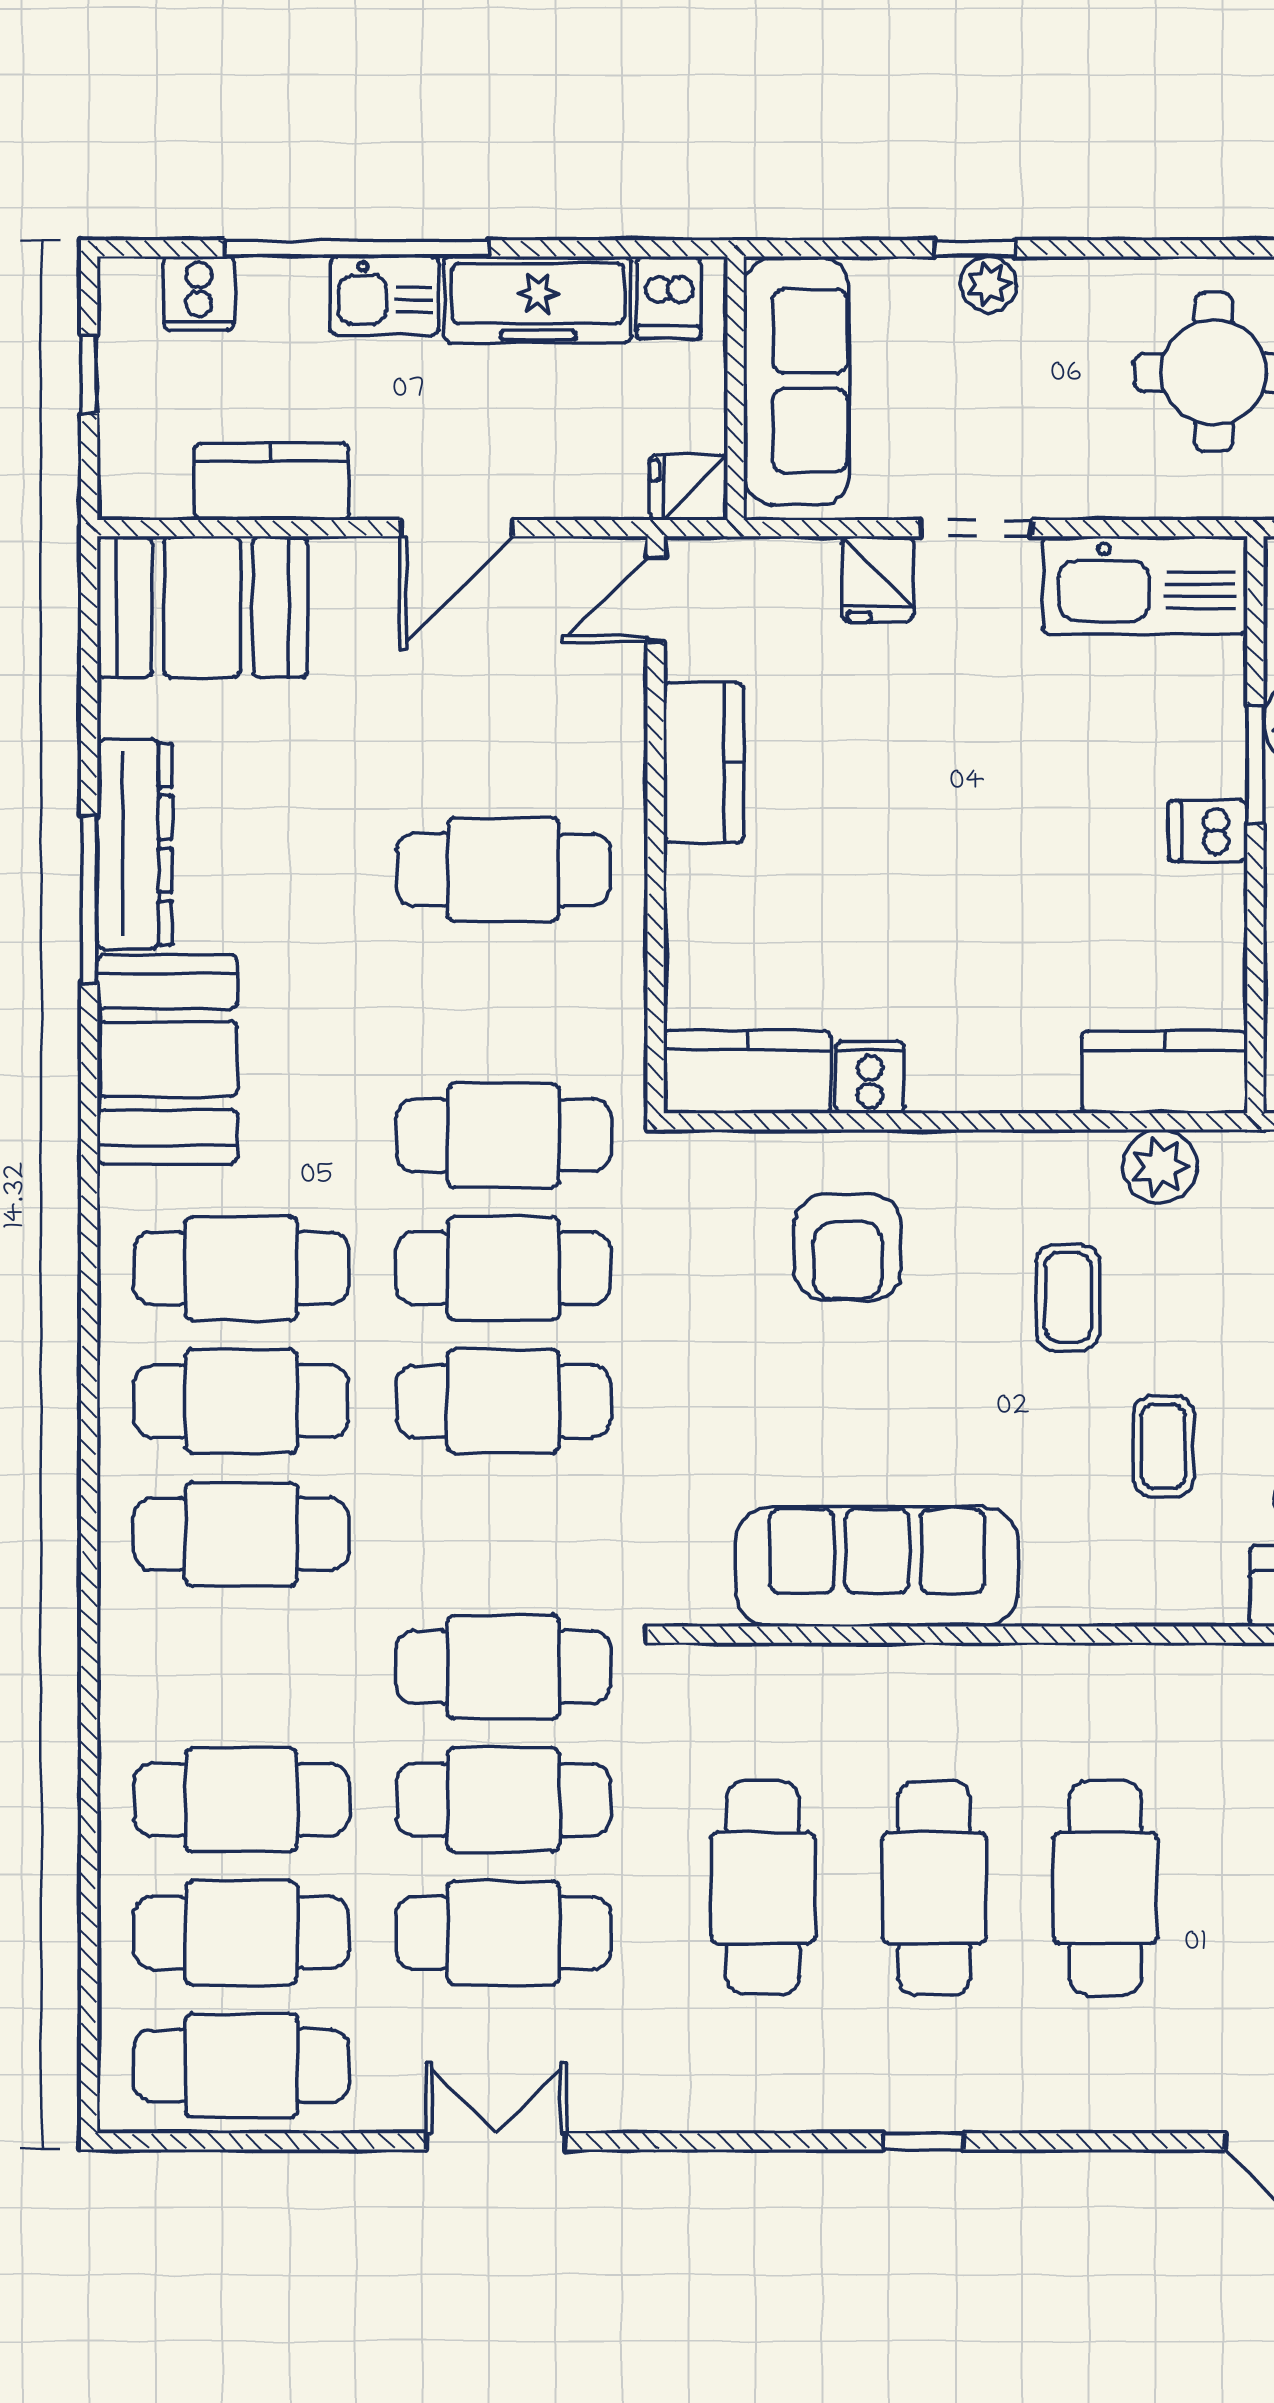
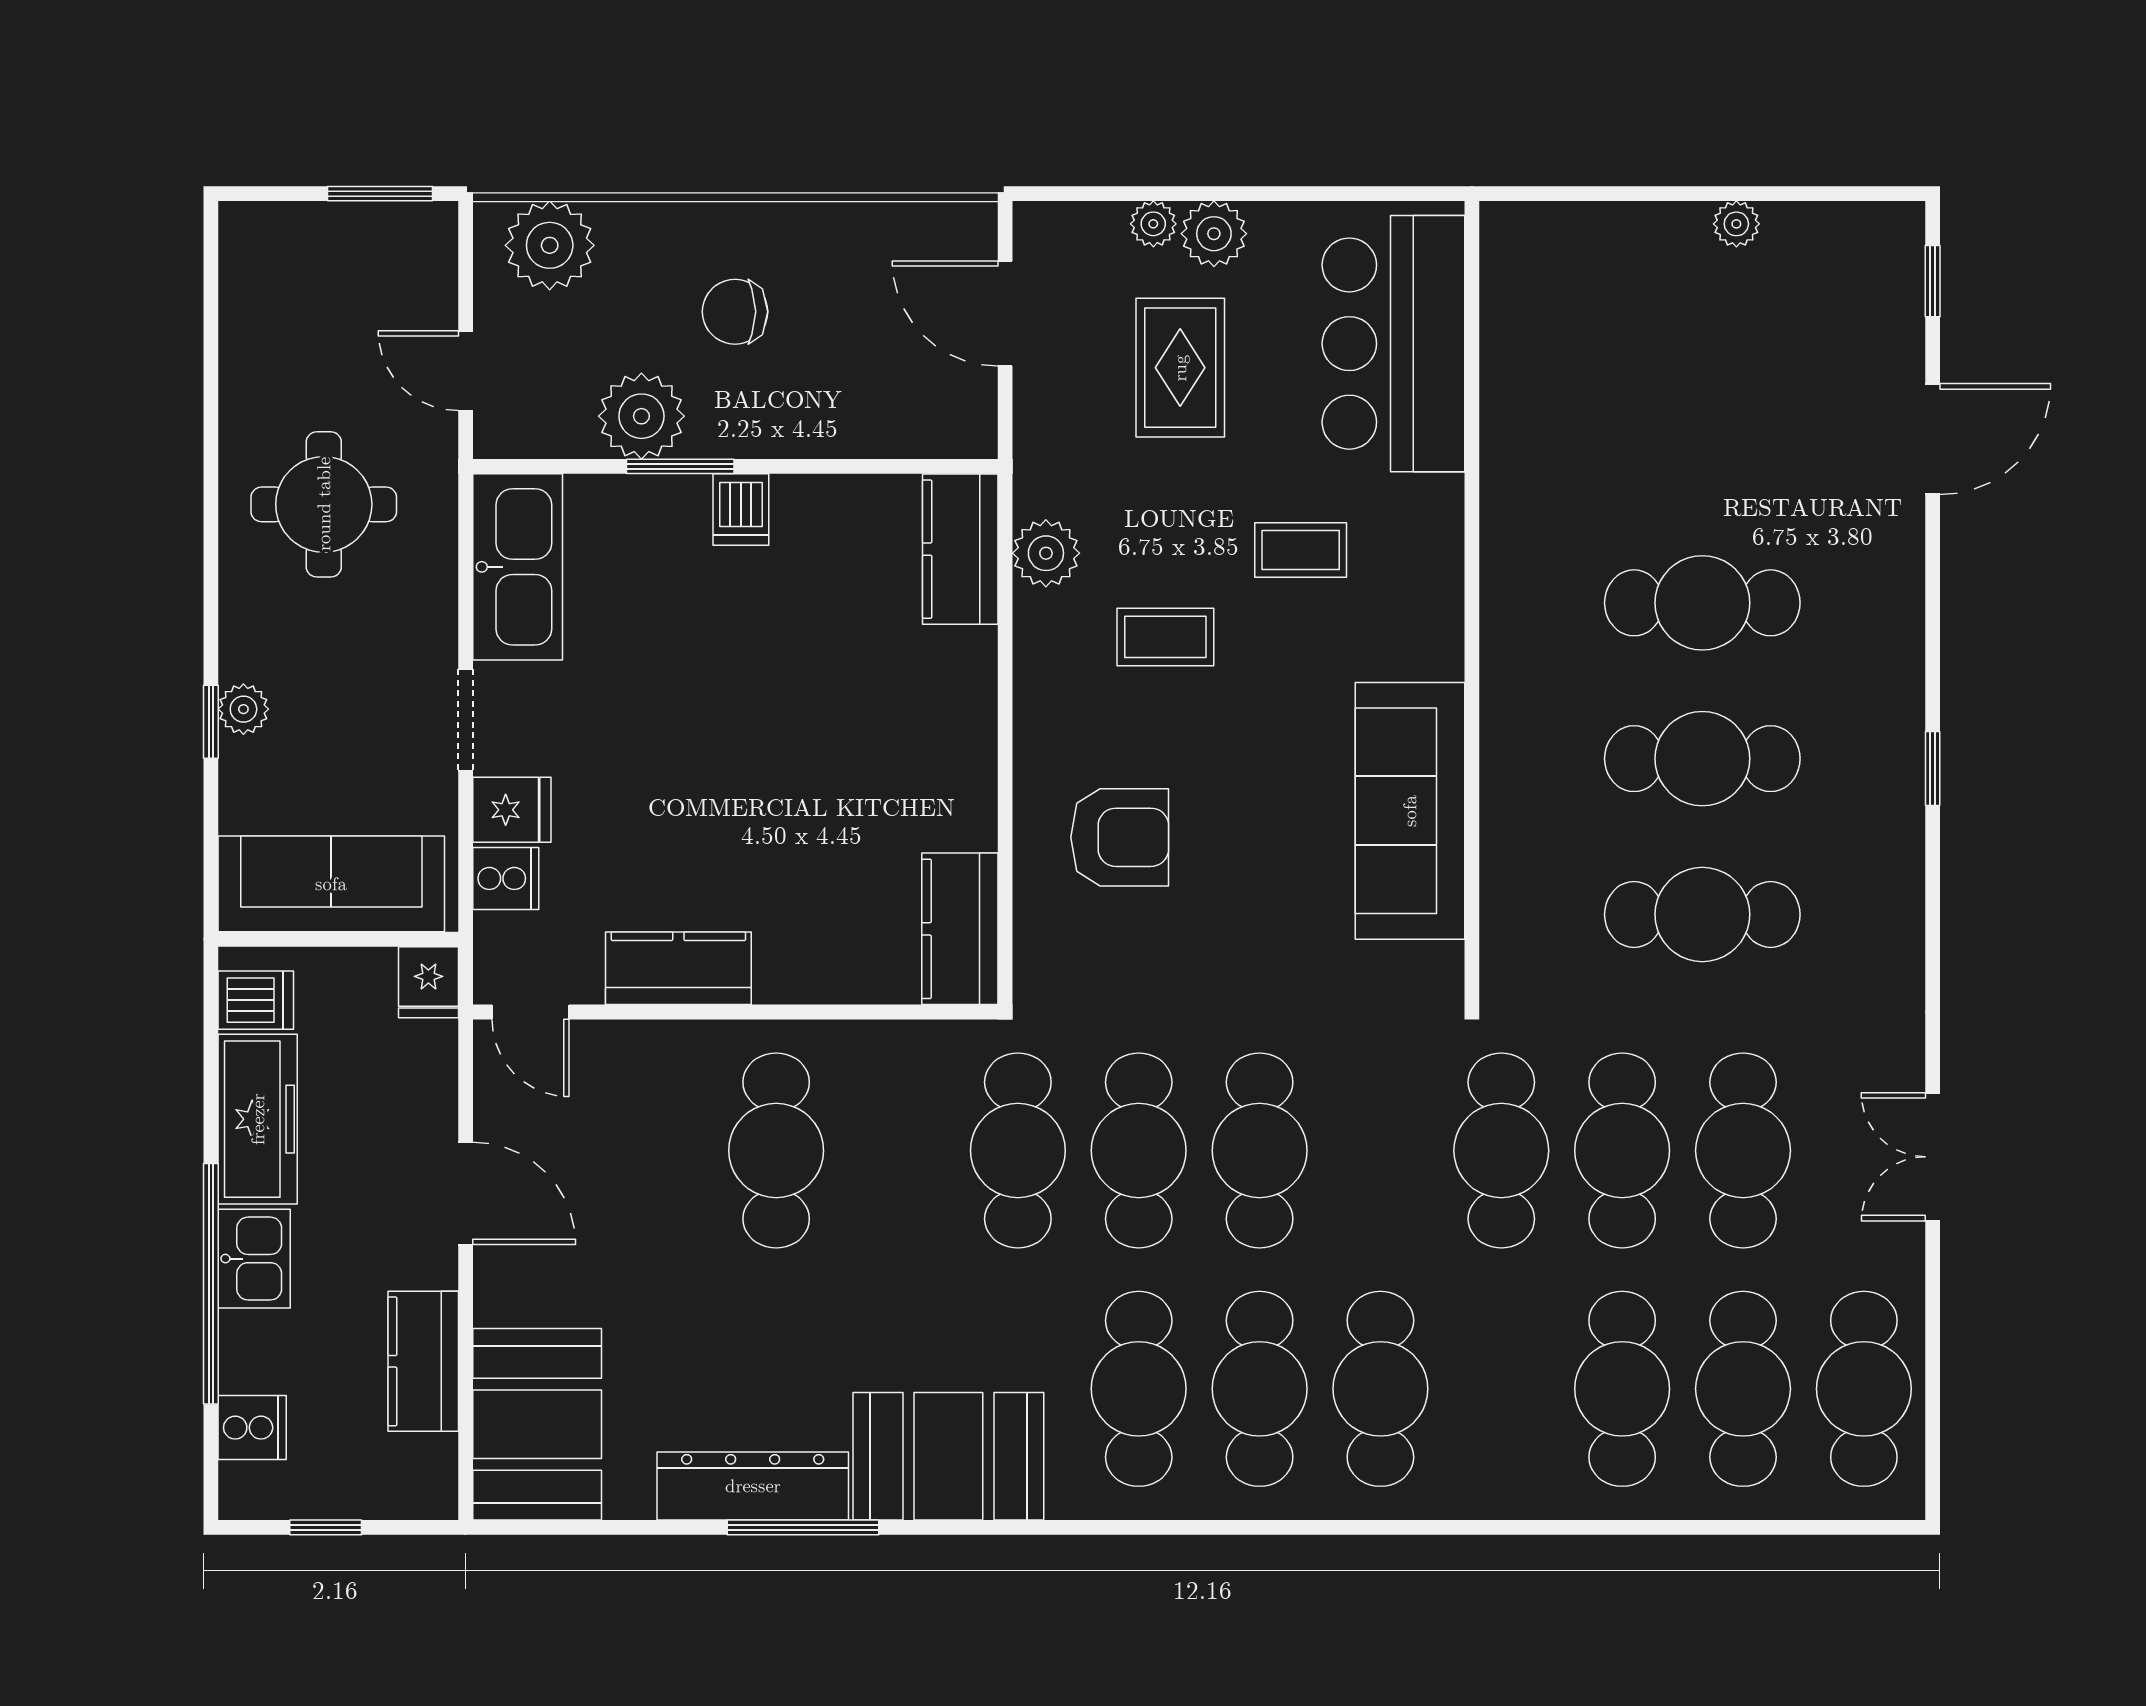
cooker: (870, 1077) -> (506, 878), moved, turned 180

